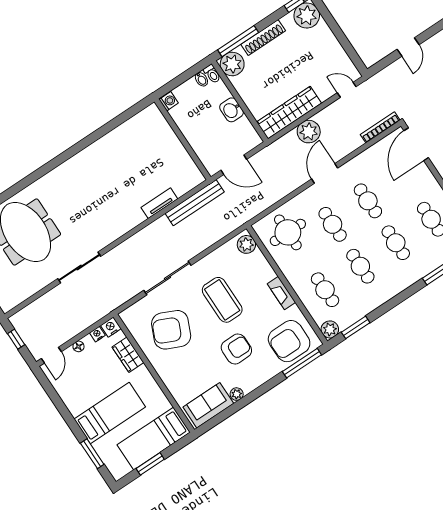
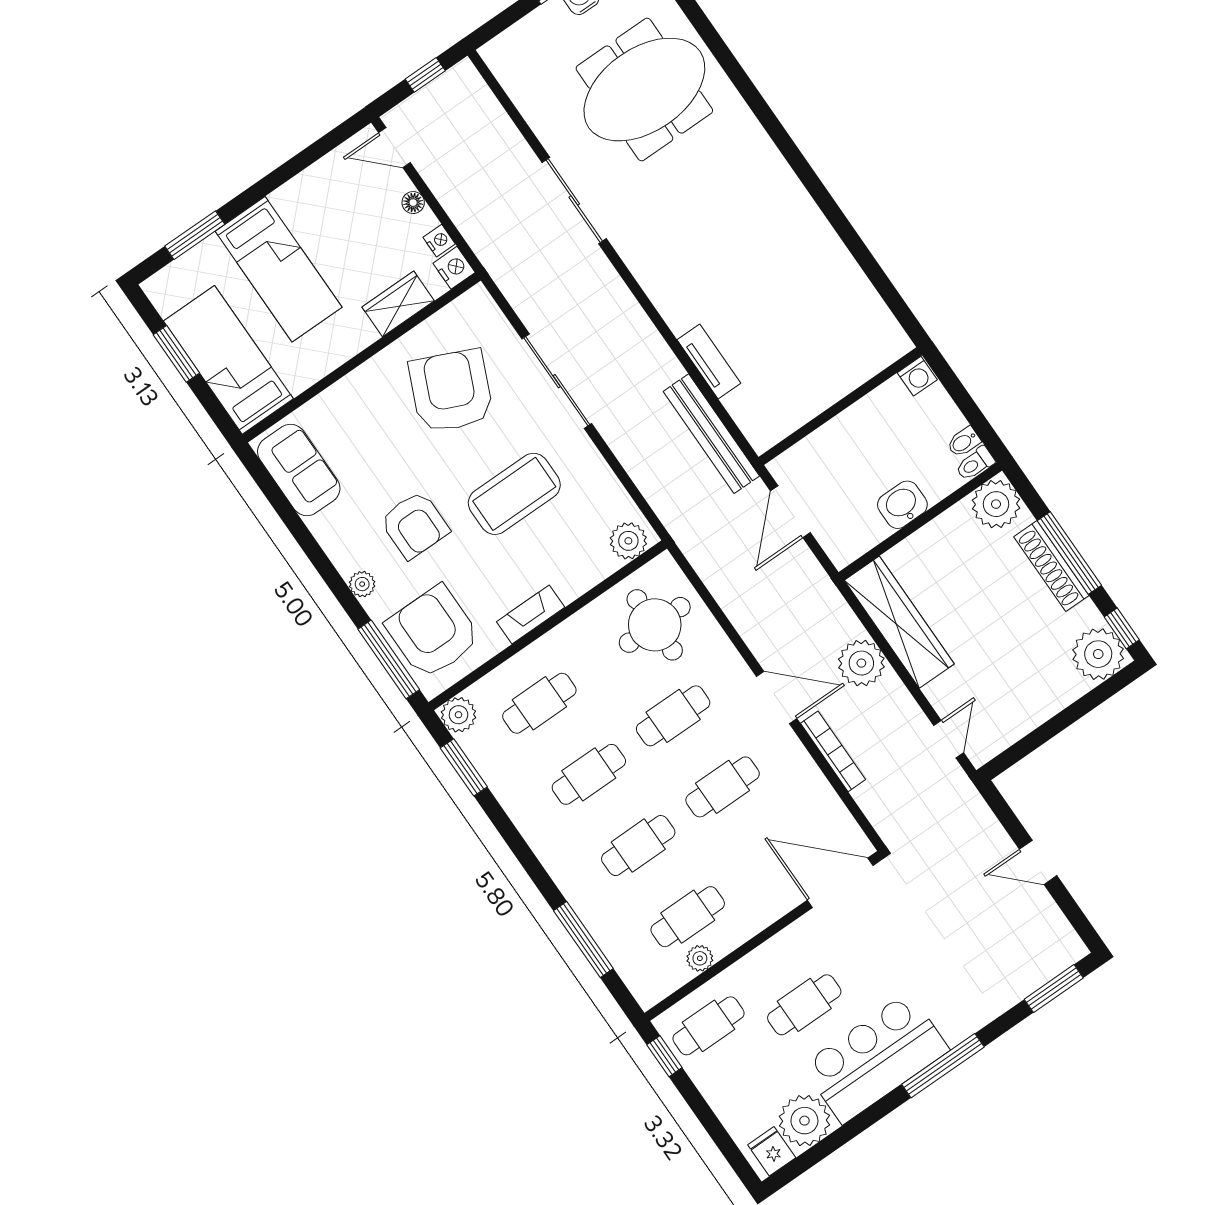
window: (238, 41) -> (1069, 553), moved
bookcase: (380, 127) -> (833, 751), moved
plant: (237, 394) -> (362, 584), moved

